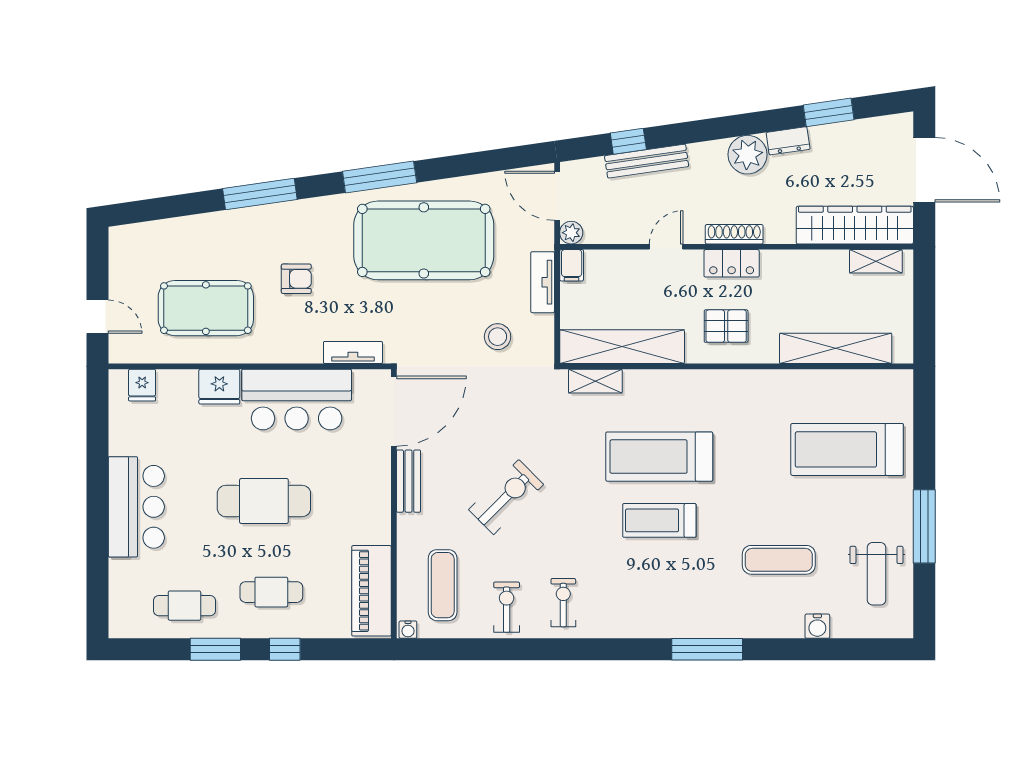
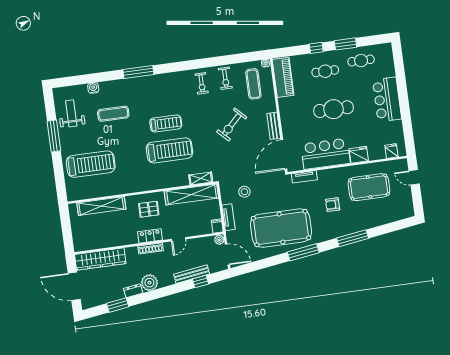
shelving: (876, 261) -> (89, 245), removed

